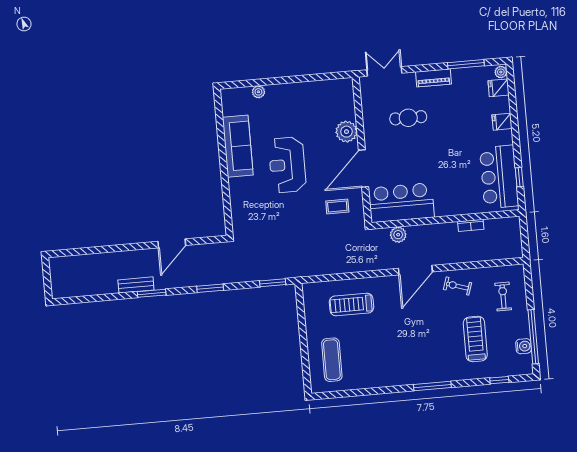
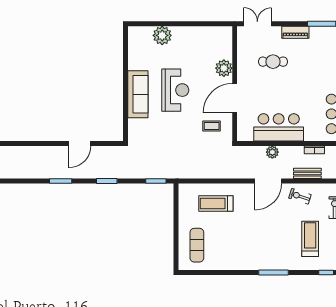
plant: (258, 92) -> (162, 35), width x1.88, depth x1.88
sofa: (238, 146) -> (138, 94), moved
reception desk: (287, 165) -> (175, 90), turned 180
bar counter: (401, 203) -> (279, 127), moved
plant: (398, 235) -> (272, 152), moved
bench: (136, 285) -> (307, 173), moved

